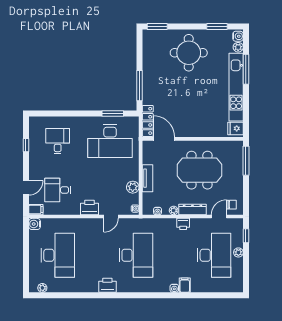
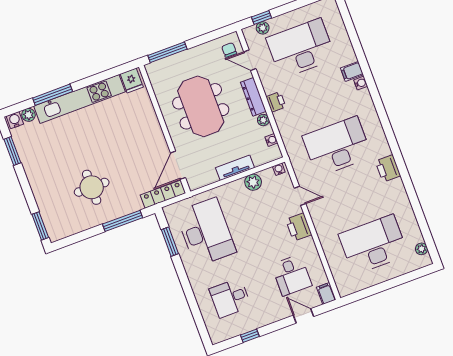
round table: (189, 53) -> (92, 187), moved, width x0.73, depth x0.73
water cooler: (35, 224) -> (345, 288), removed
plant: (238, 252) -> (263, 28), moved

